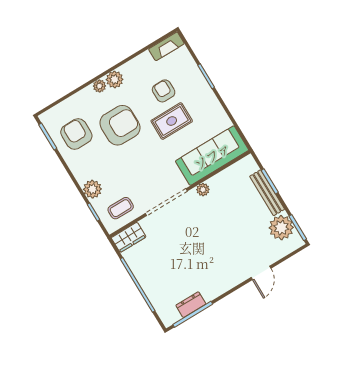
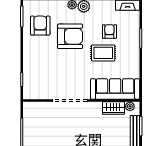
plant: (92, 189) -> (30, 65), removed
plant: (203, 190) -> (130, 106), moved
coffee table: (121, 208) -> (40, 87), removed
wardrobe: (129, 237) -> (113, 108), moved

